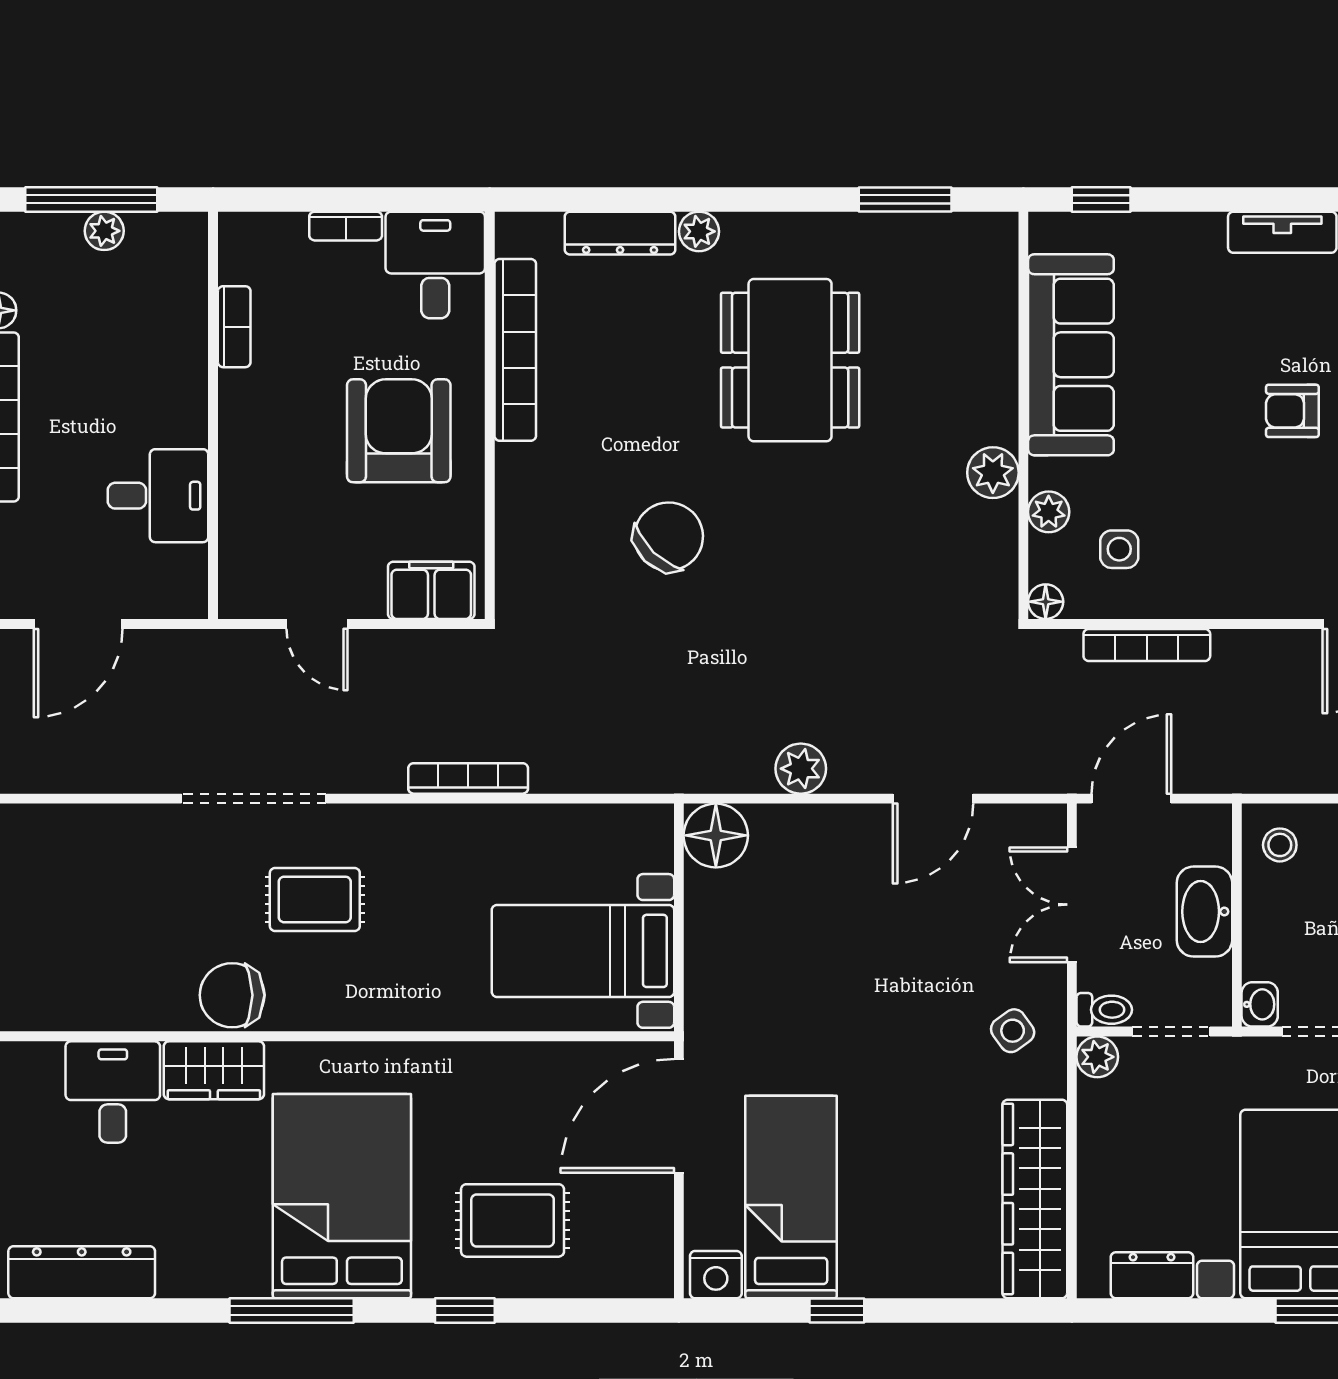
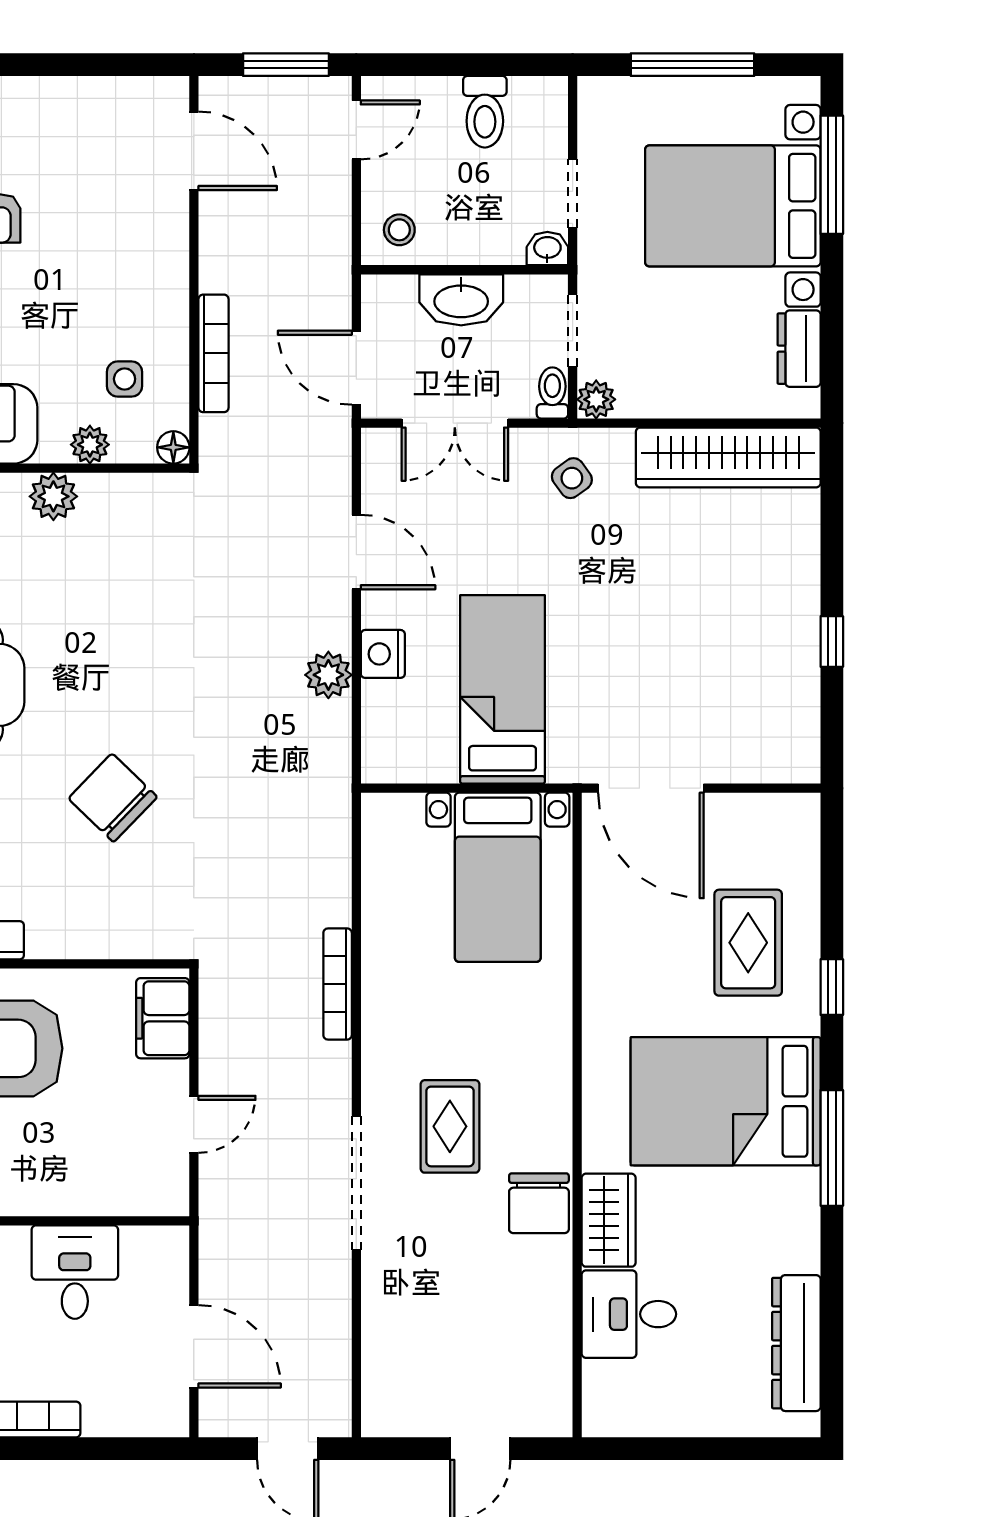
floor lamp: (716, 835) -> (391, 754), removed
bed: (791, 1197) -> (503, 689), moved, turned 90
nightstand: (716, 1275) -> (383, 654), moved, turned 180

